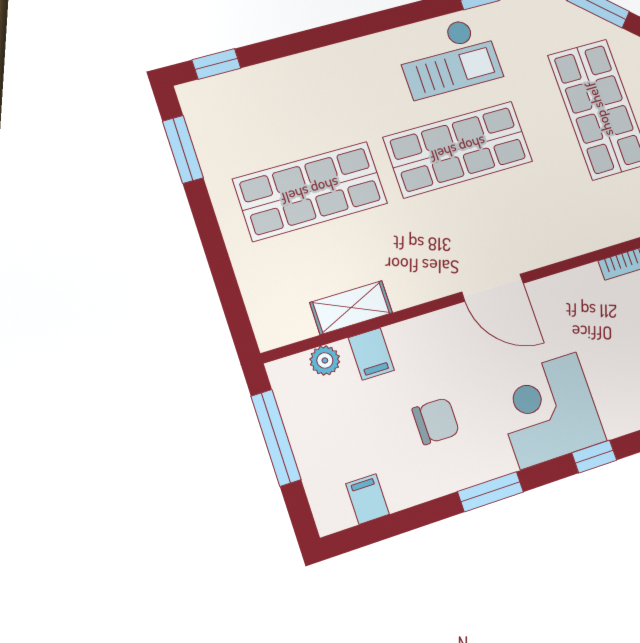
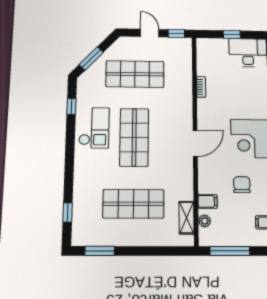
window: (216, 64) -> (68, 212), moved
shop shelf: (310, 191) -> (133, 204), turned 90
shelving: (351, 308) -> (186, 218), moved

